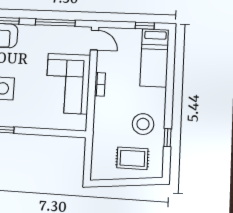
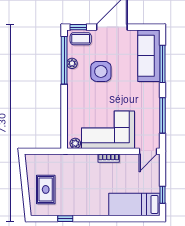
plant: (81, 121) -> (75, 143), added
stool: (143, 124) -> (76, 197), removed

